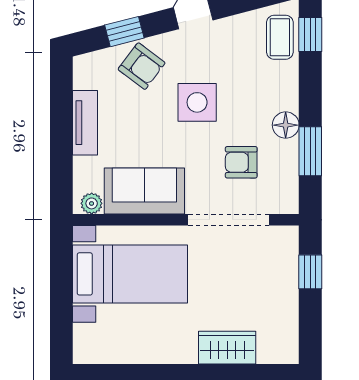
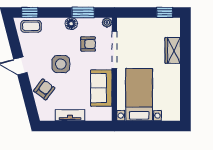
window: (124, 32) -> (28, 97), removed
armchair: (241, 162) -> (88, 44), turned -90
plant: (92, 203) -> (107, 22), moved
window: (310, 272) -> (165, 12), moved

